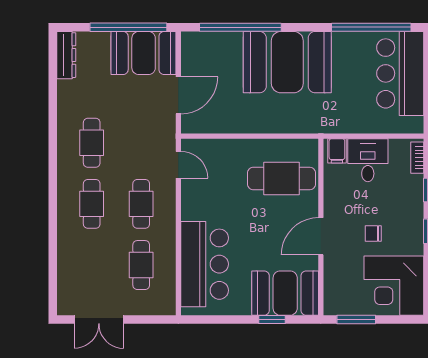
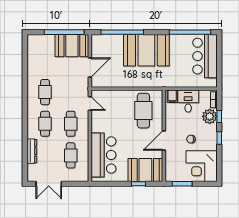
dresser: (66, 55) -> (32, 151), moved
cafe table: (281, 178) -> (143, 111), turned 90
plant: (409, 190) -> (210, 116), added

